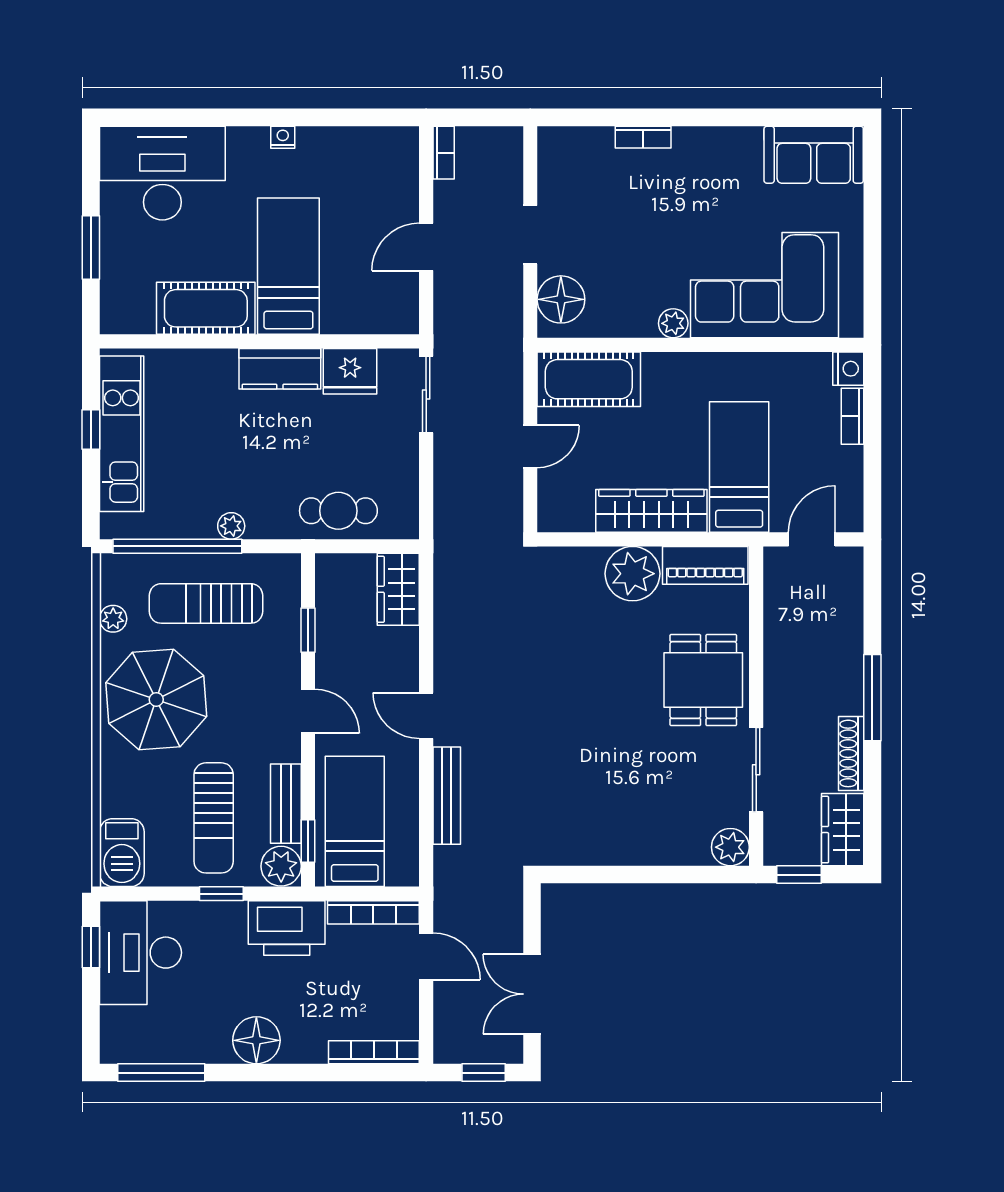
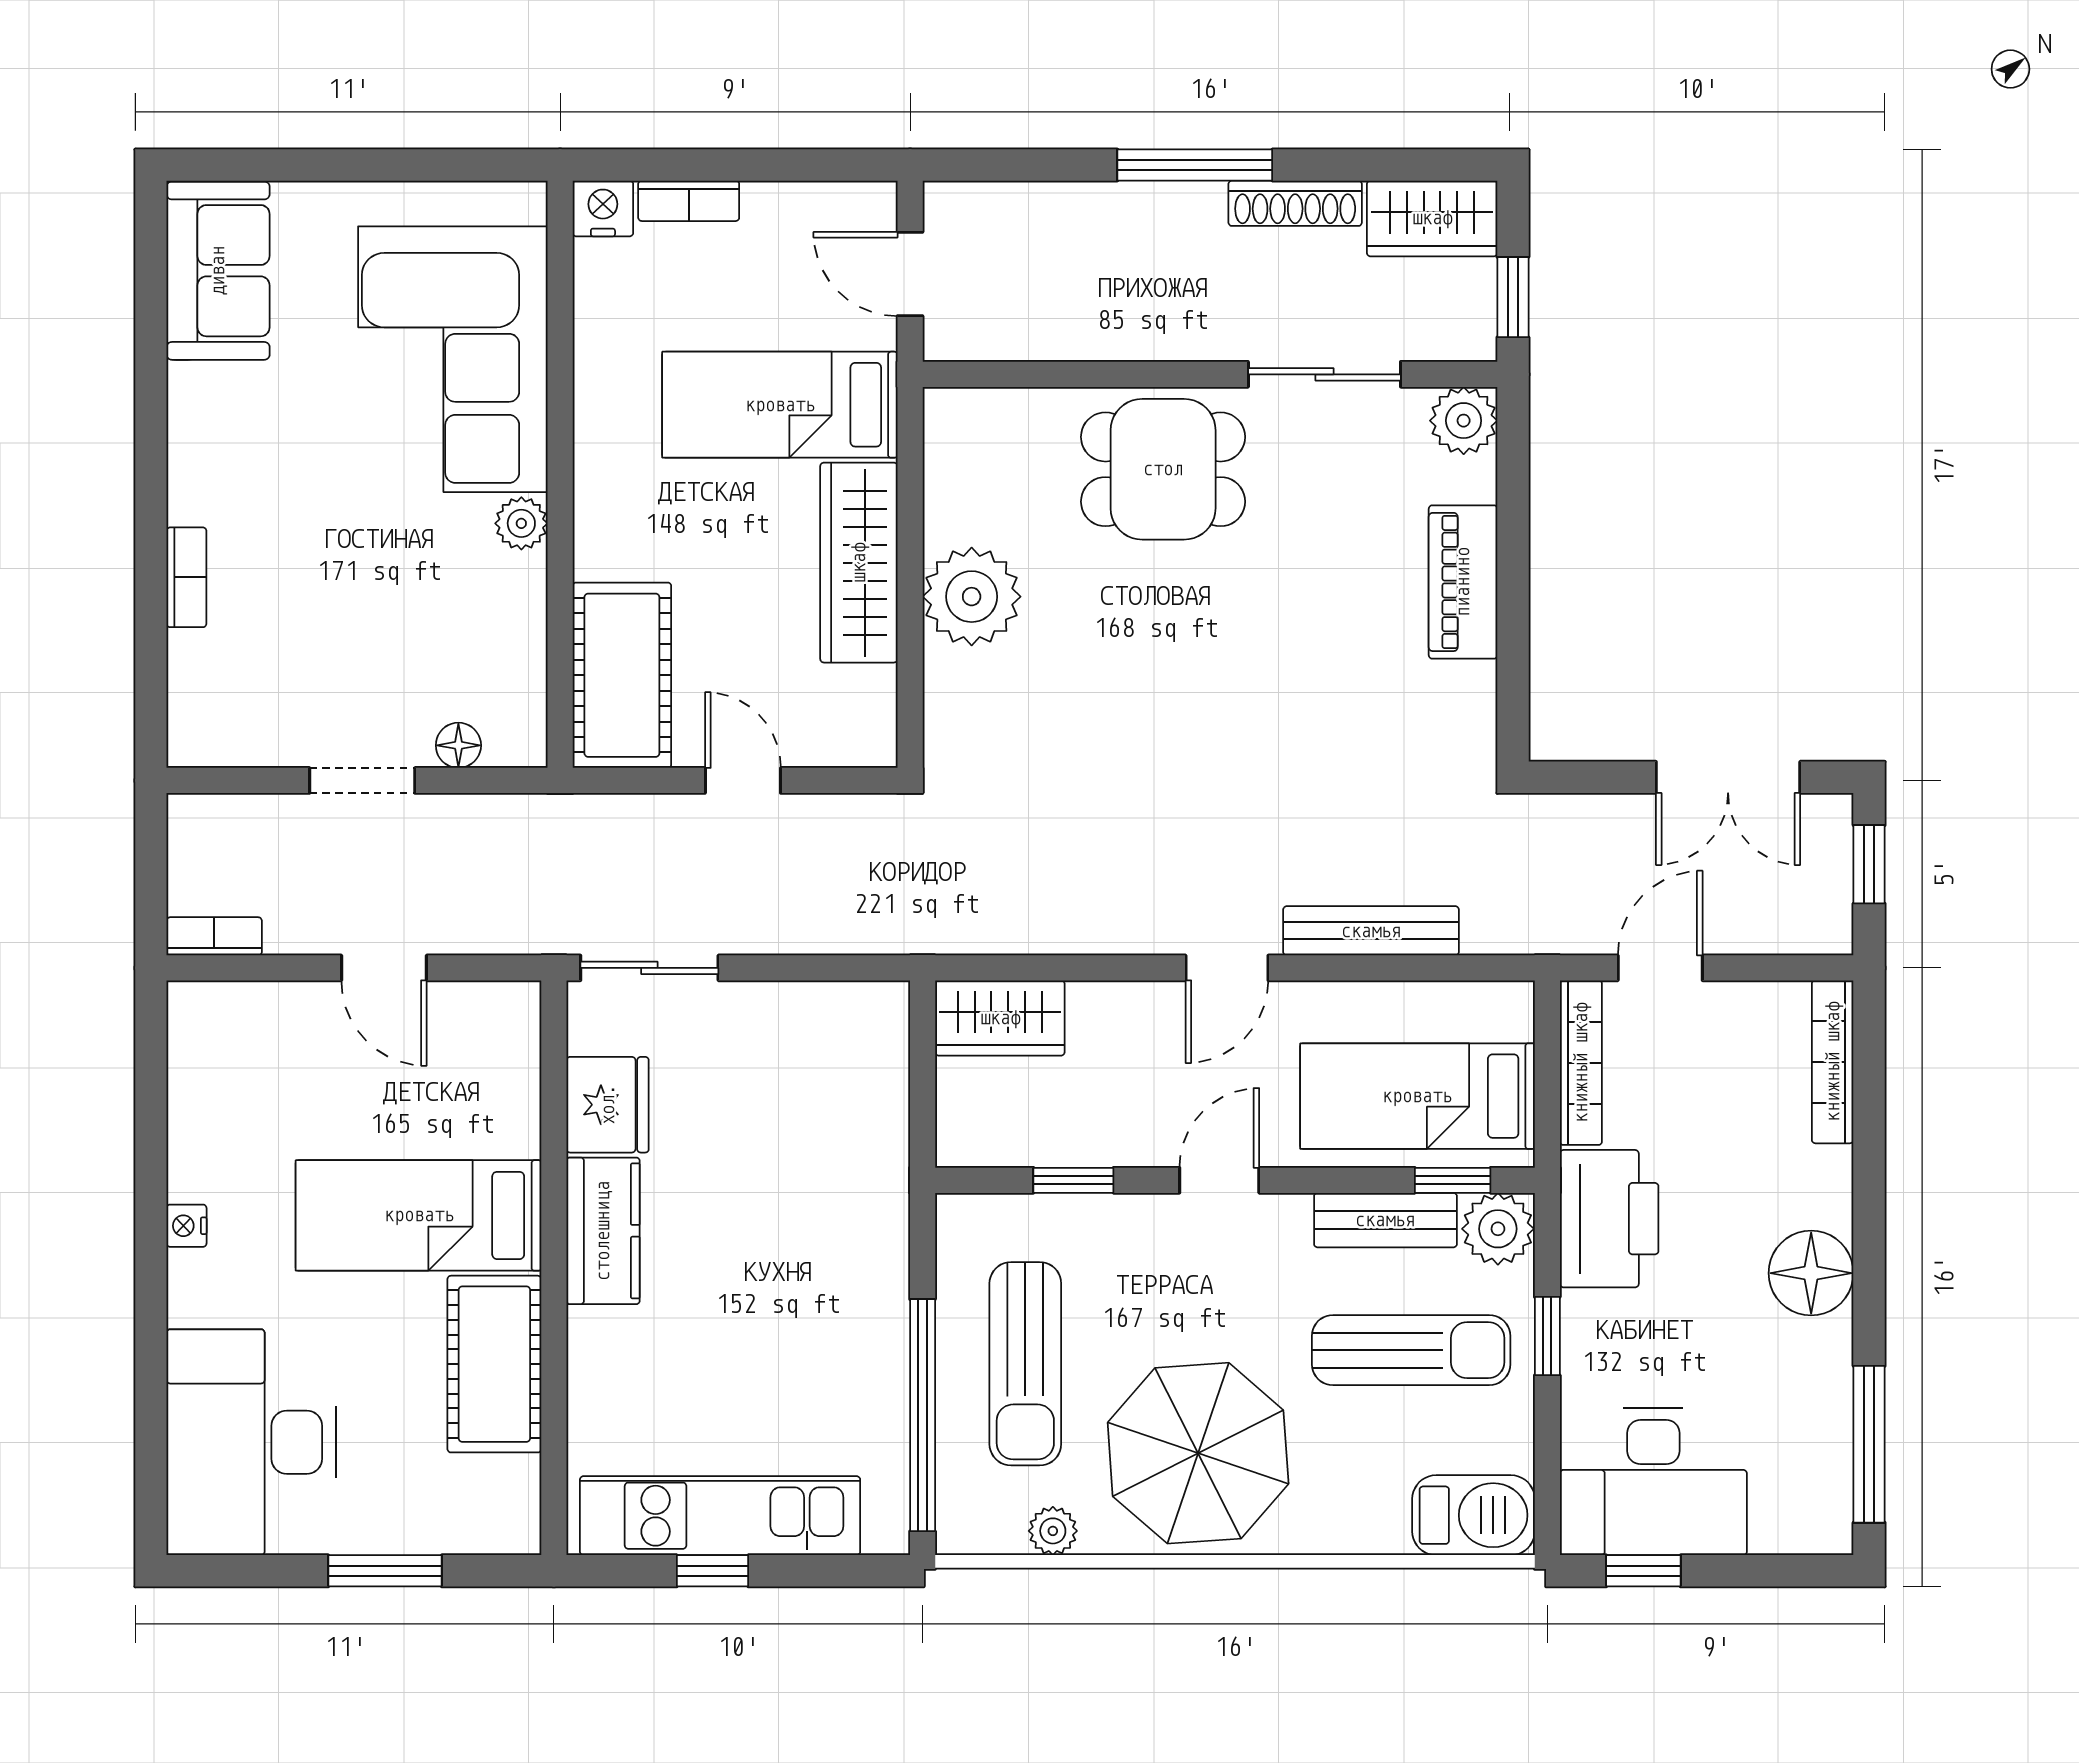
floor lamp: (561, 299) -> (458, 745), width x0.53, depth x0.53
cafe table: (338, 511) -> (859, 1126), removed
plant: (231, 526) -> (886, 1318), removed
piano: (705, 565) -> (1463, 582), moved, turned 180

